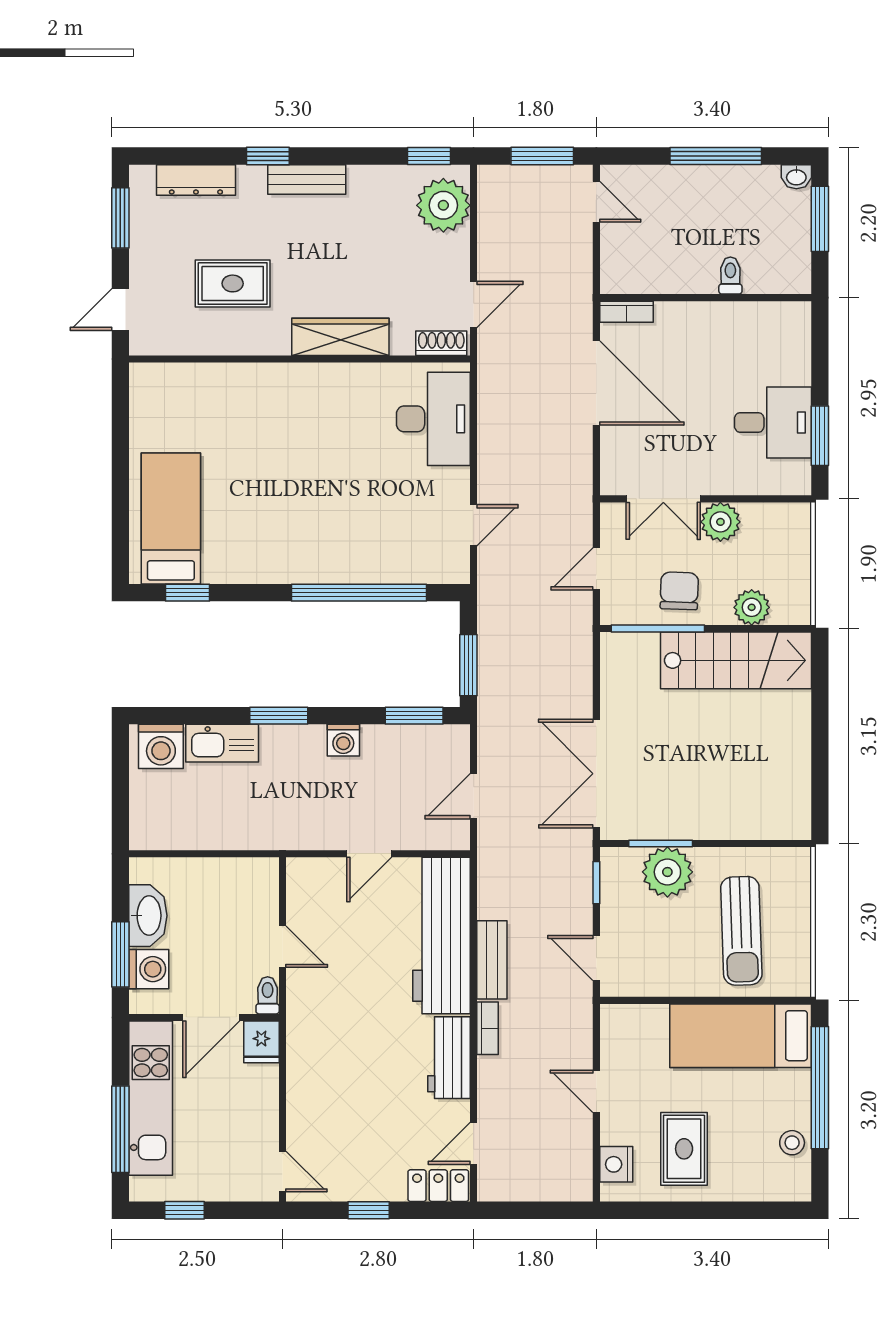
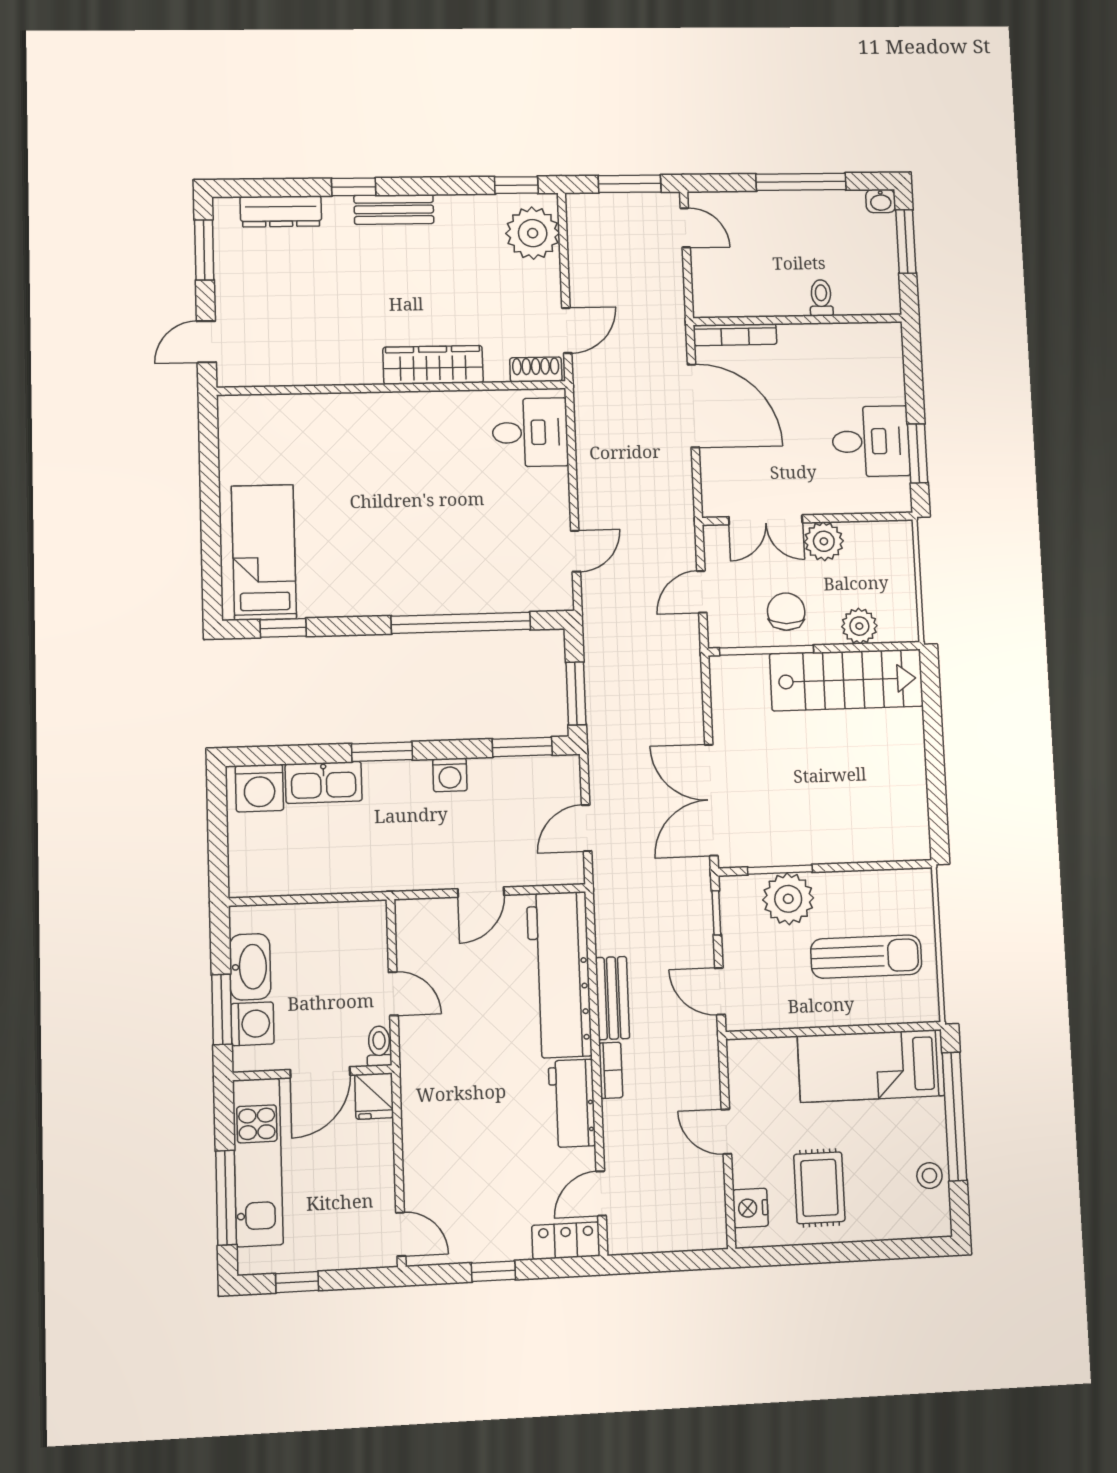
rug: (233, 283) -> (321, 314), removed
bookcase: (626, 312) -> (735, 335), width x1.56
desk: (433, 419) -> (530, 432), width x0.73
sun lounger: (741, 931) -> (866, 957), turned -88

